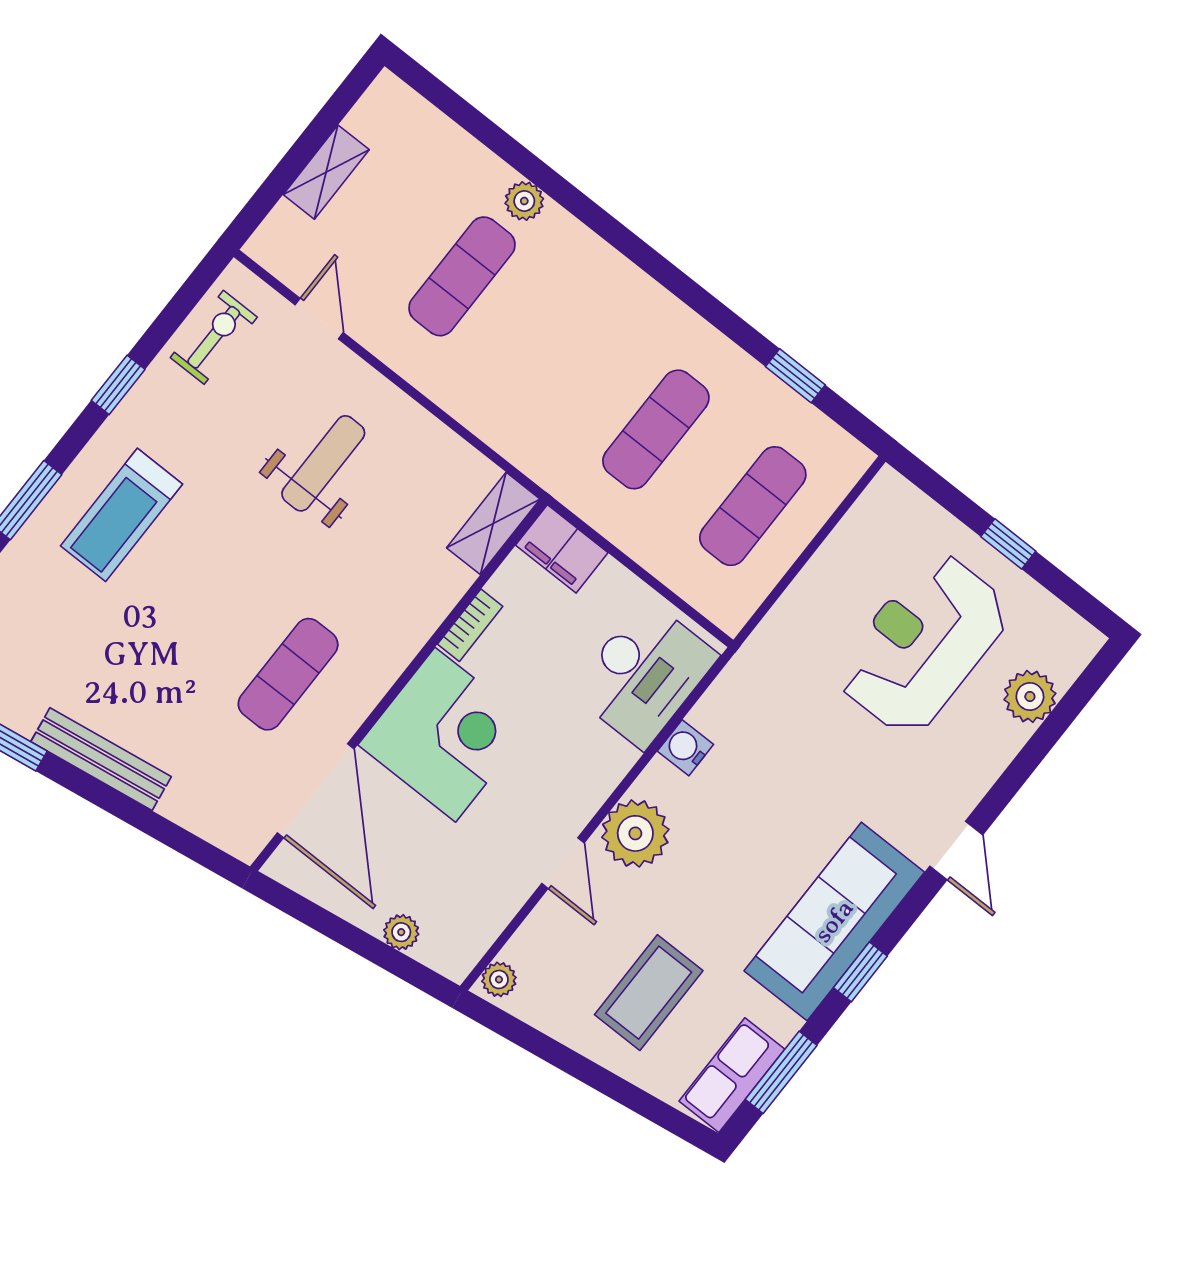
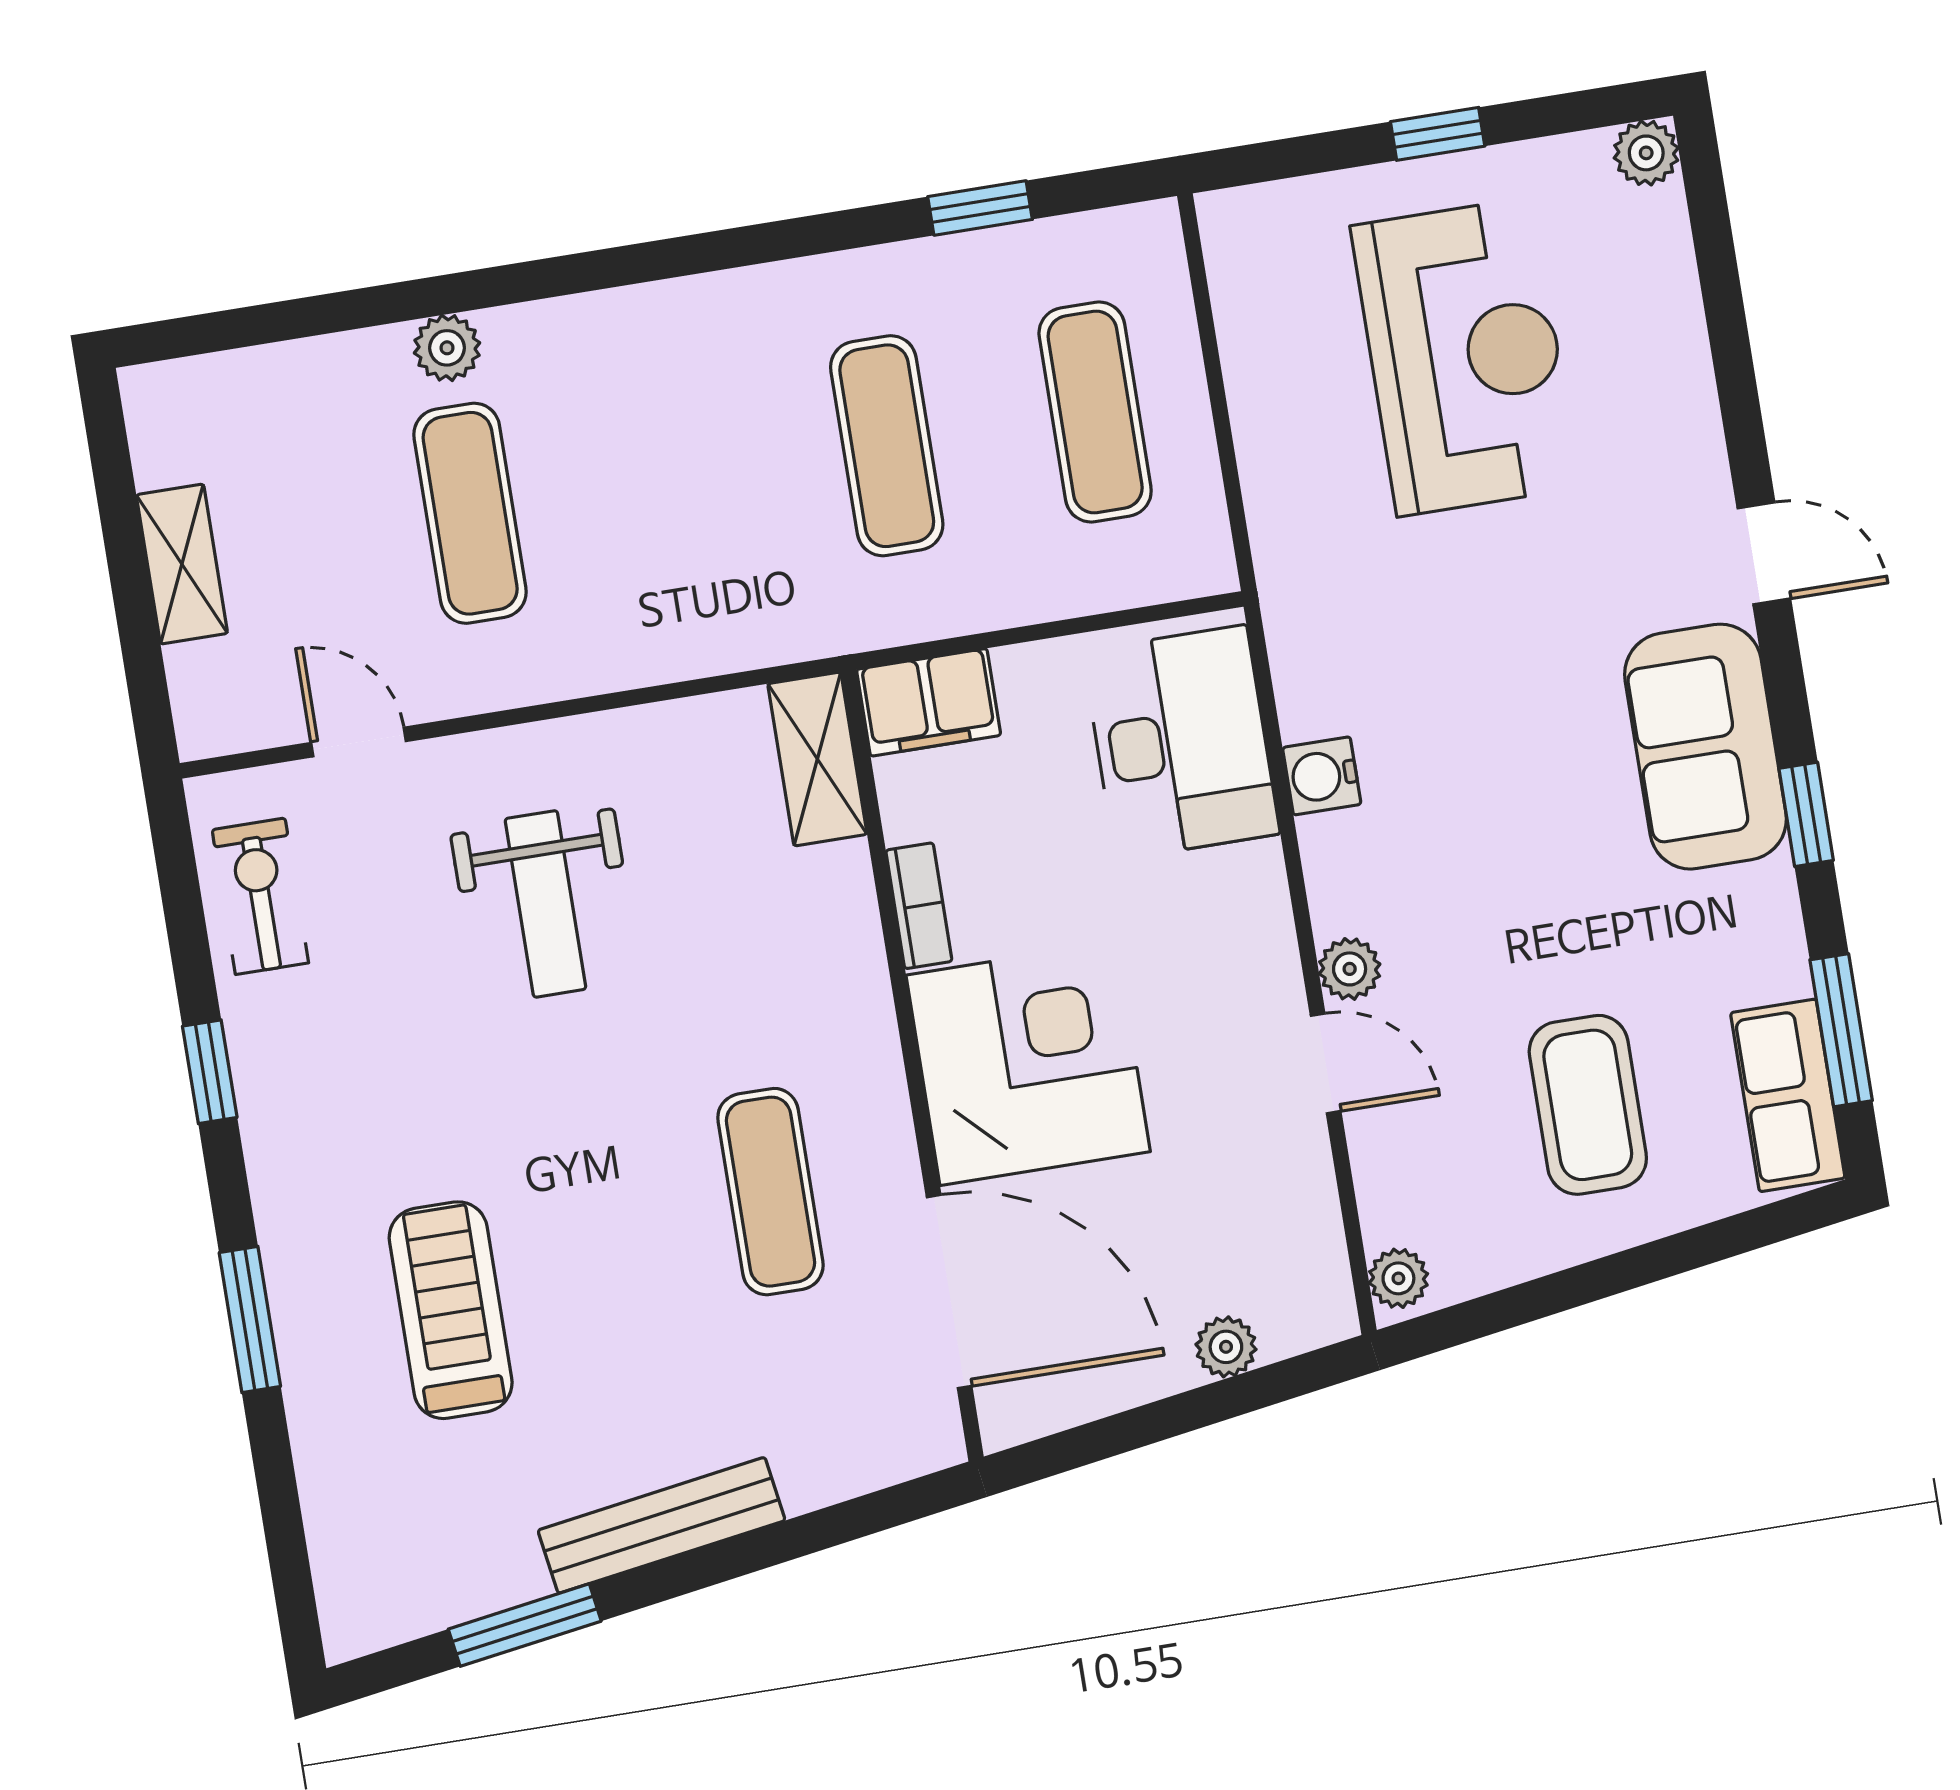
weight bench: (323, 463) -> (545, 904), turned 180
treadmill: (121, 515) -> (451, 1310), moved, turned 180
reception desk: (923, 644) -> (1465, 357), turned 180
plant: (1030, 696) -> (1646, 153), moved, width x0.73, depth x0.73
plant: (635, 833) -> (1350, 969), width x0.53, depth x0.53
sofa: (834, 921) -> (1706, 747), width x0.73

